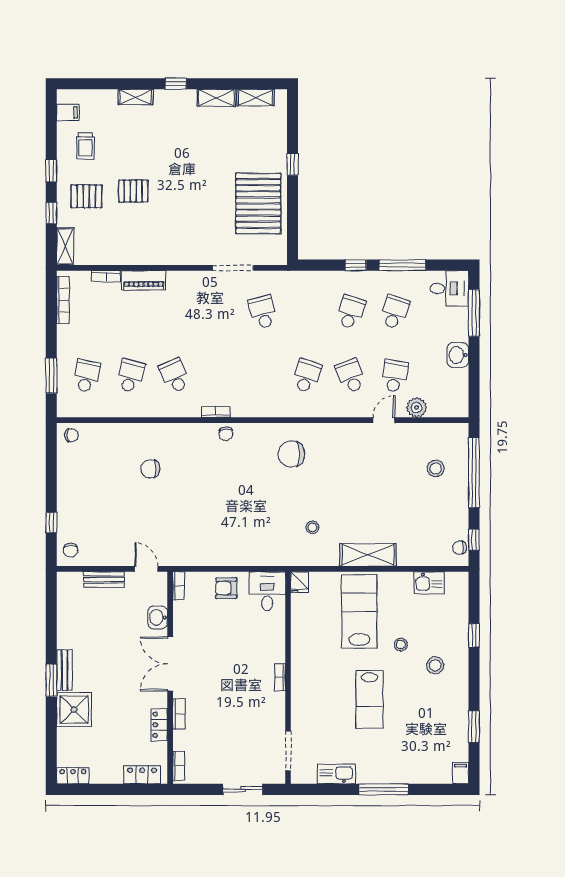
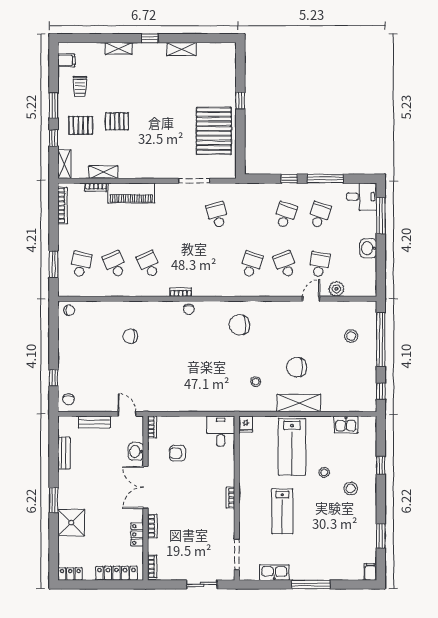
shelving: (256, 98) -> (104, 172), moved
window: (51, 171) -> (54, 106), width x1.50
piano: (144, 280) -> (131, 193), width x1.37, depth x1.33
school desk: (131, 376) -> (115, 264), turned -39
chair: (459, 548) -> (296, 367), moved, width x1.87, depth x1.87
armchair: (226, 588) -> (177, 453), moved
lab bench: (359, 611) -> (292, 447), turned 180
bench: (65, 670) -> (64, 453), moved
lab bench: (370, 699) -> (282, 511), moved
locker: (142, 775) -> (116, 573), width x1.53

